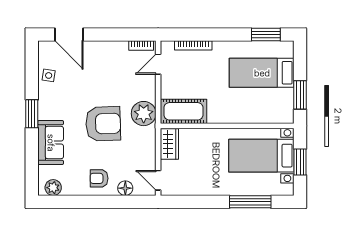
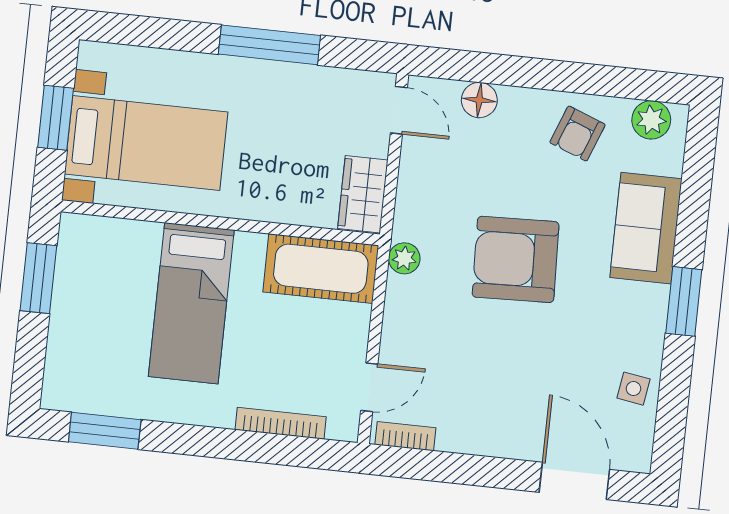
bed: (262, 73) -> (191, 303), moved, turned 90
plant: (144, 114) -> (404, 258), width x0.53, depth x0.53
armchair: (99, 178) -> (578, 134), moved, turned 111
window: (250, 202) -> (269, 45), moved

